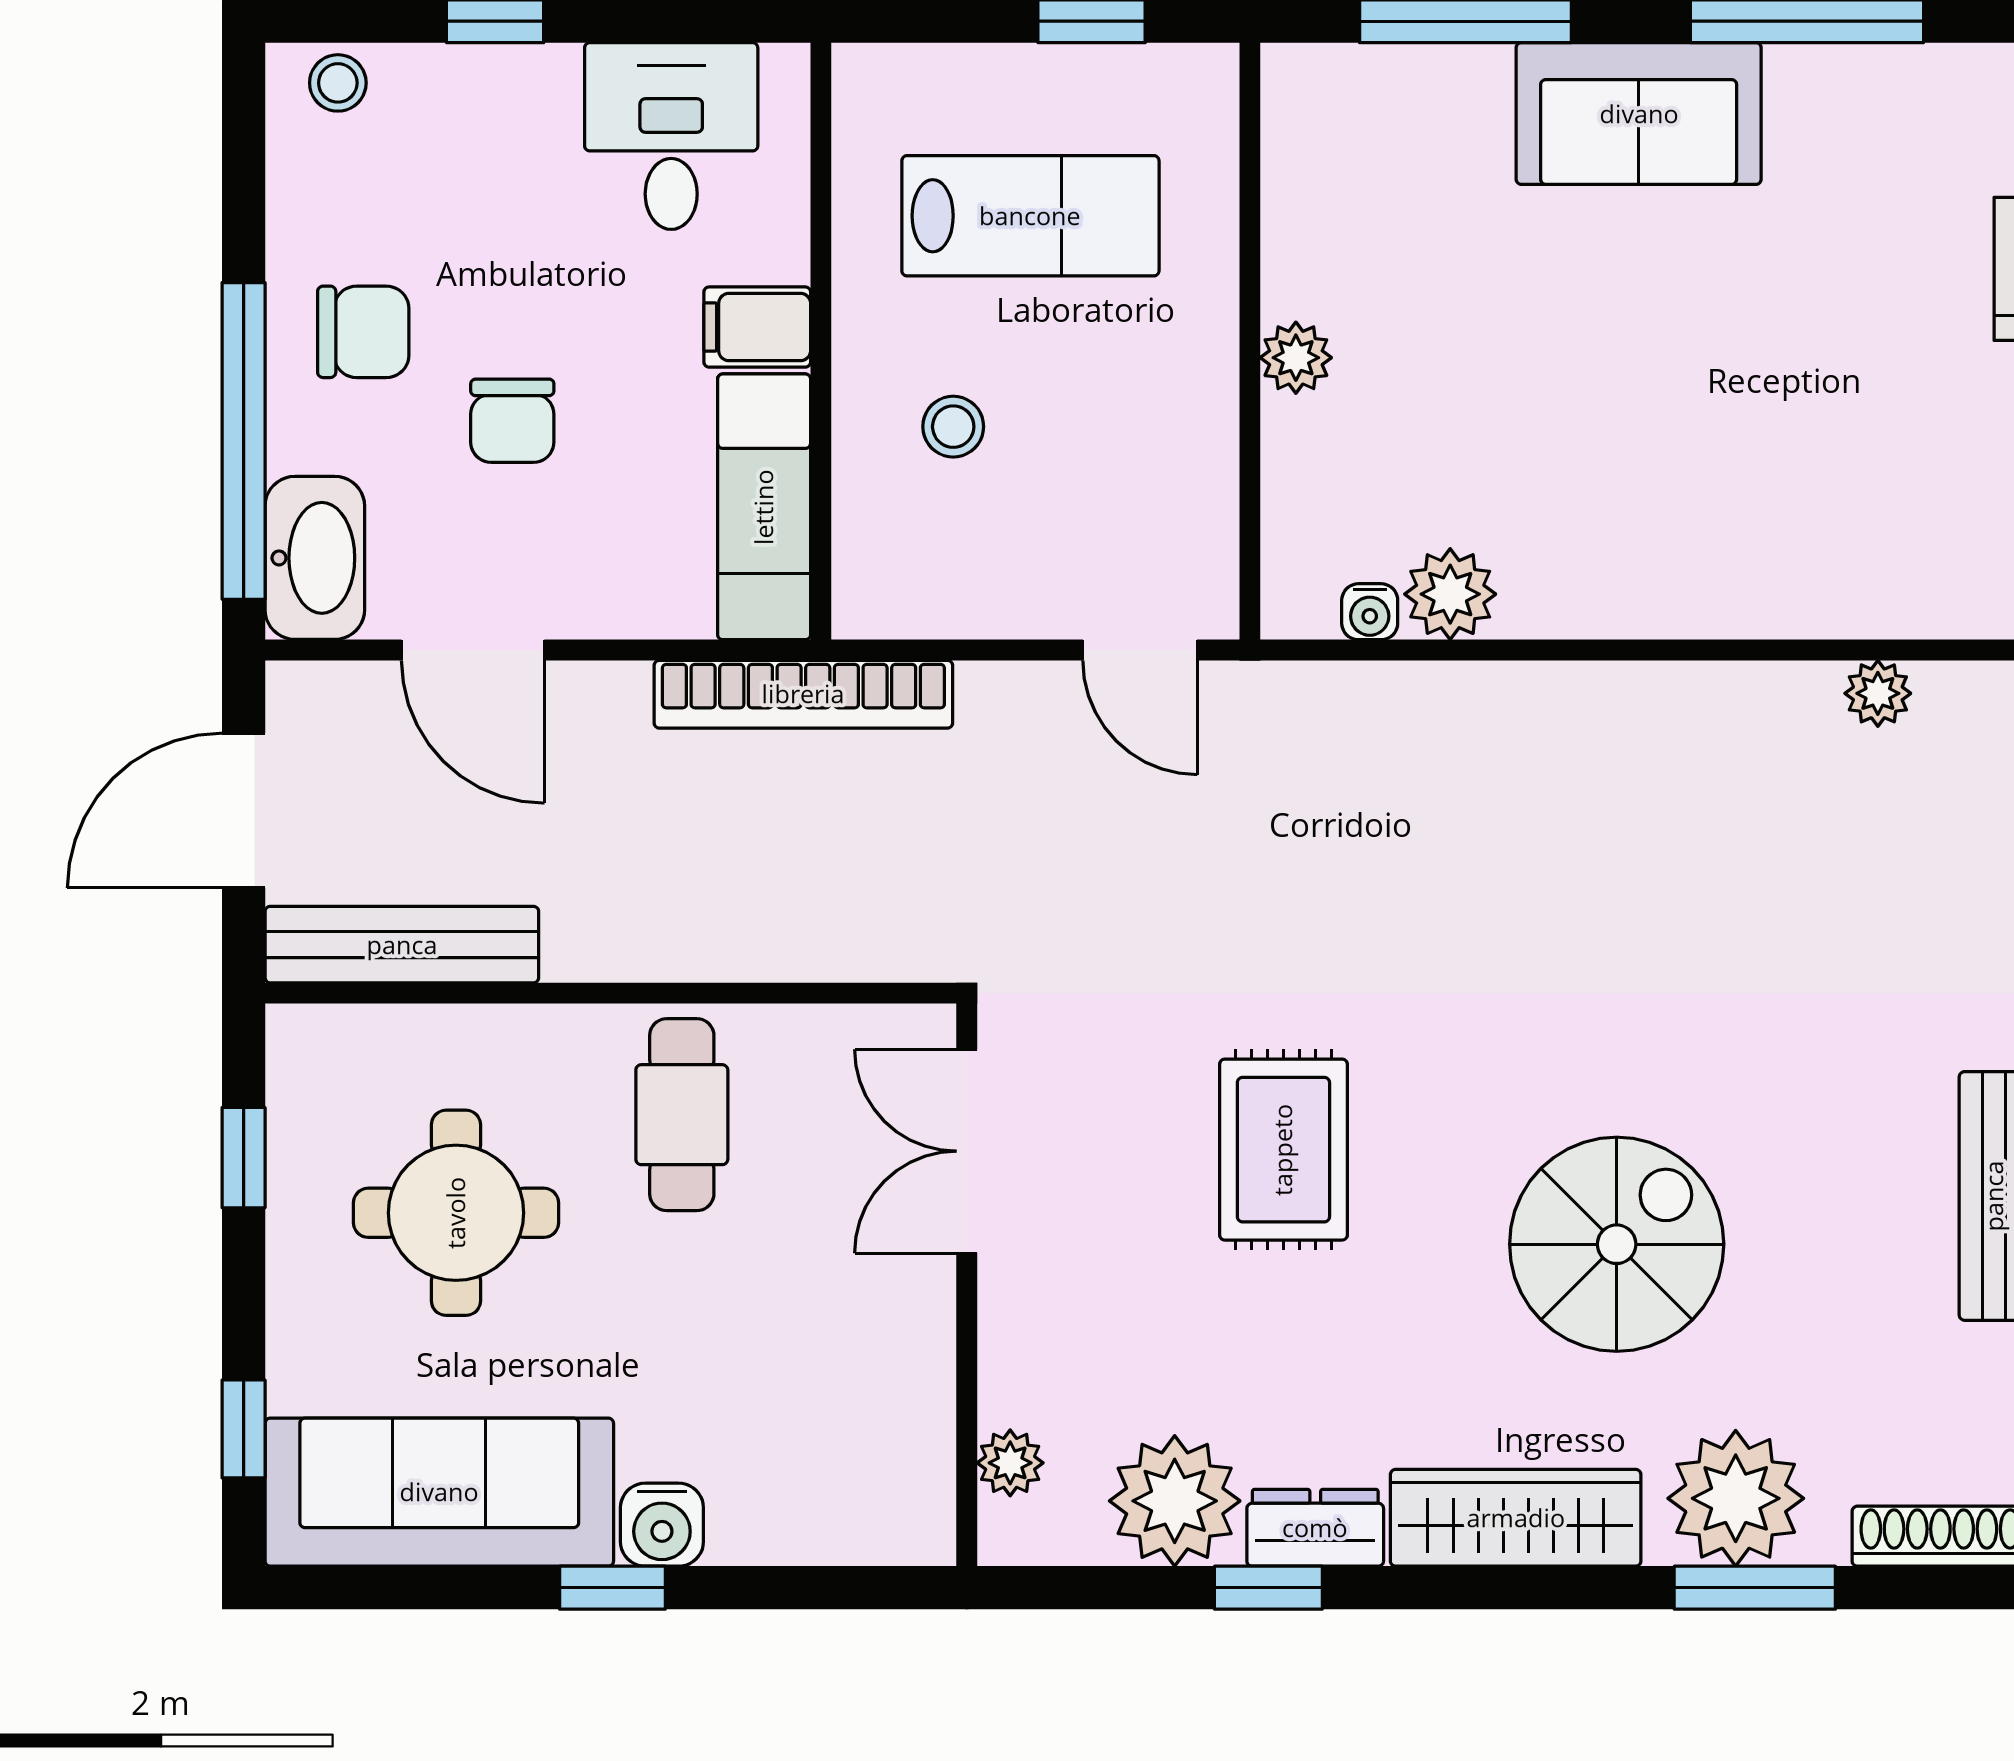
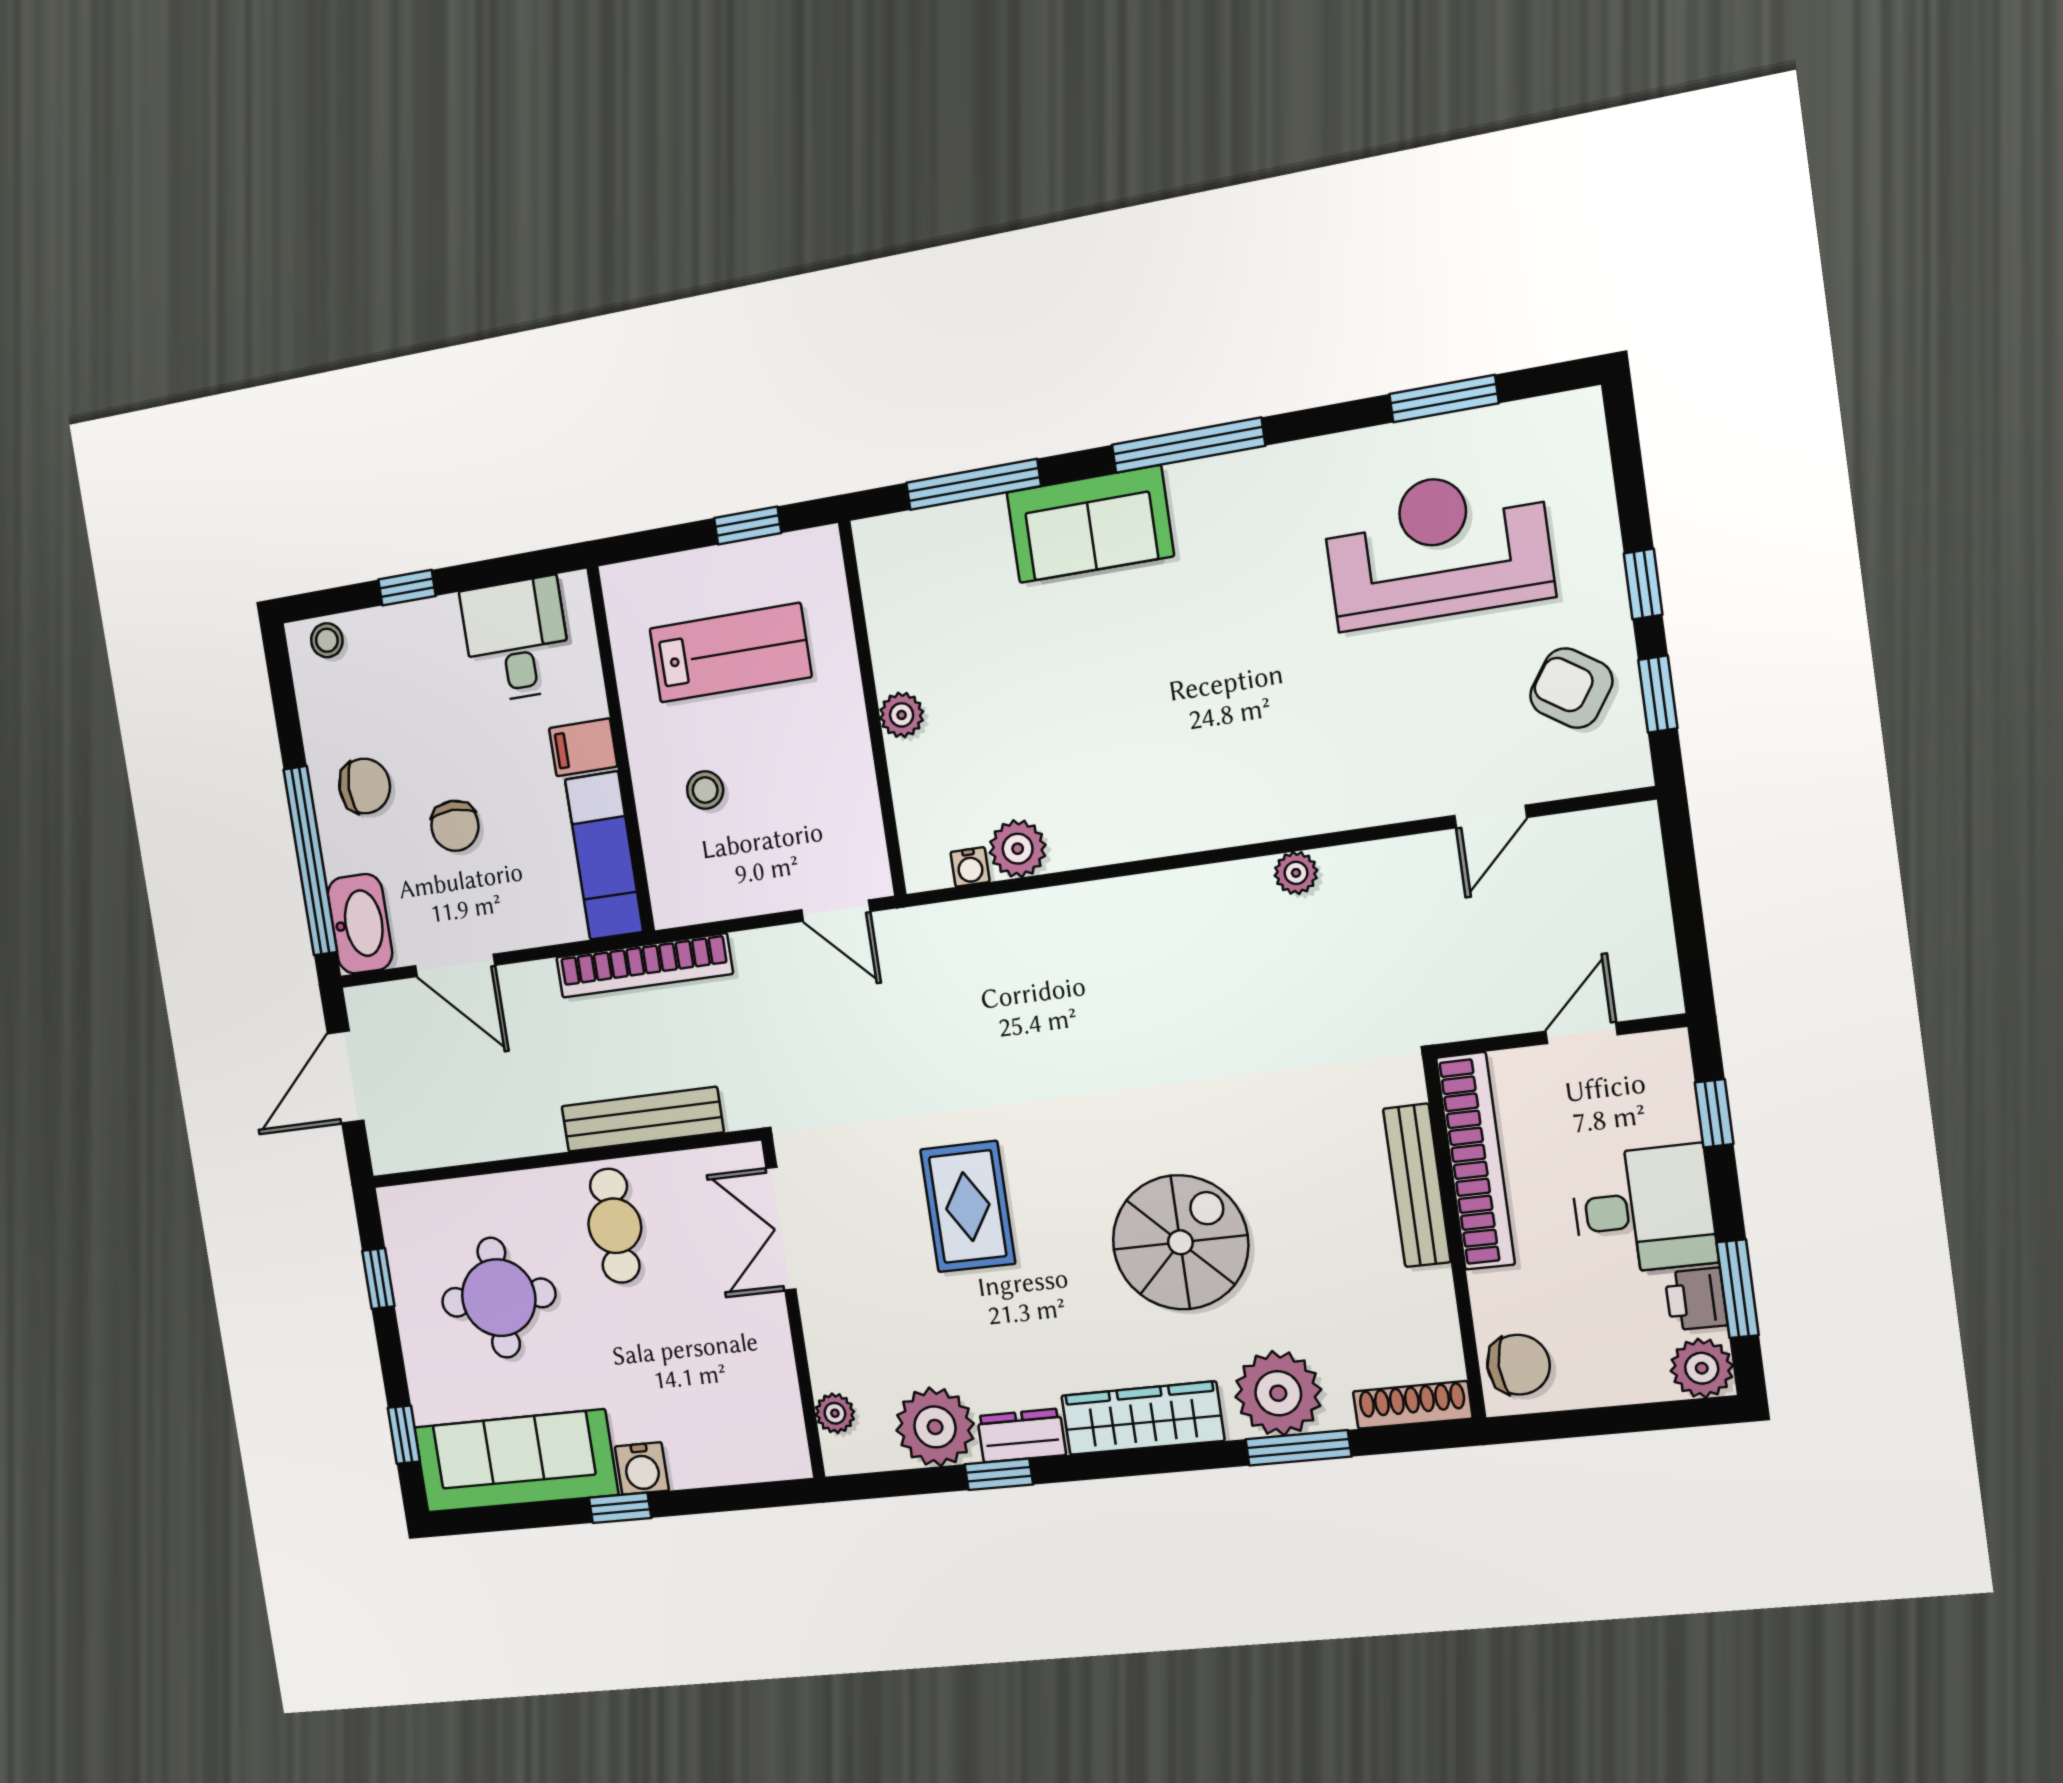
bench: (402, 945) -> (642, 1119), moved

